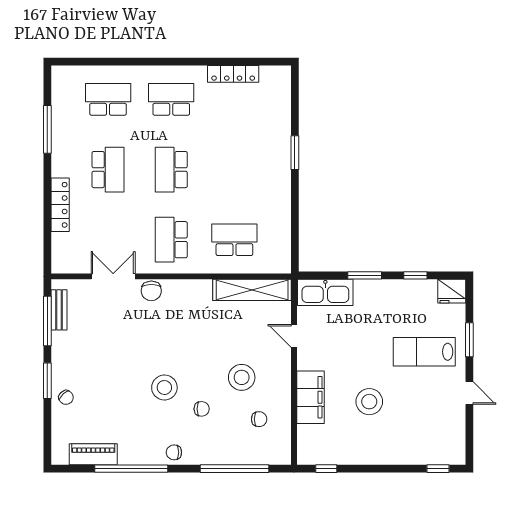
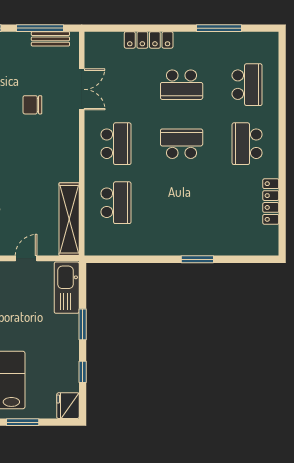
school desk: (171, 99) -> (247, 144), turned 180
school desk: (171, 240) -> (116, 144), turned 90
chair: (151, 291) -> (32, 105), moved

